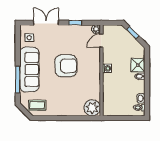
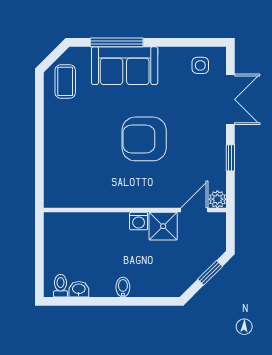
door: (101, 41) -> (194, 210), hinge flipped
shower: (138, 65) -> (163, 226), moved
armchair: (66, 66) -> (144, 139), turned 91
sofa: (29, 70) -> (125, 66), width x0.73
plant: (92, 108) -> (60, 192), removed

